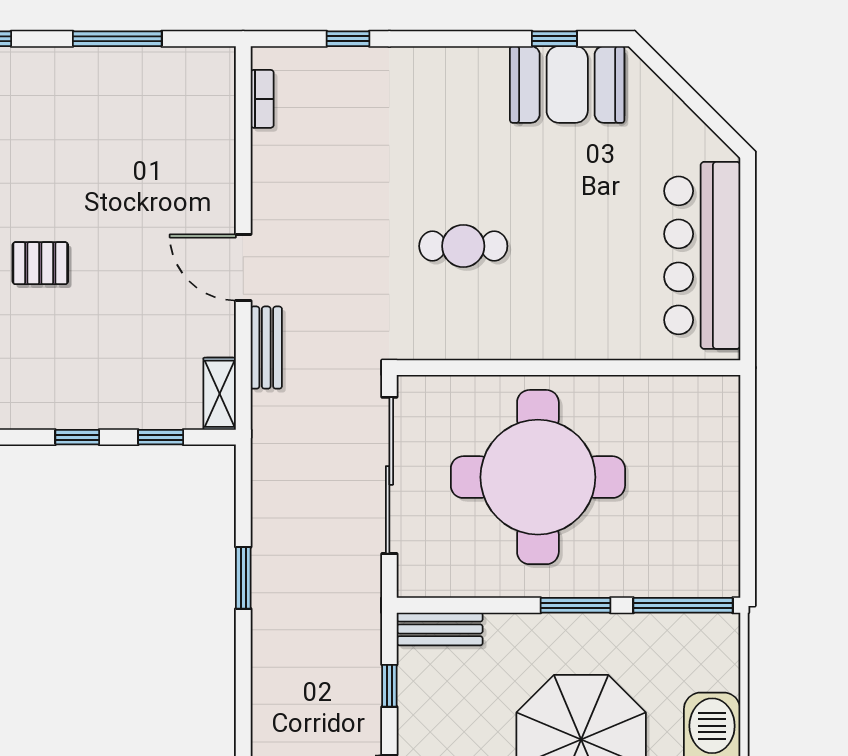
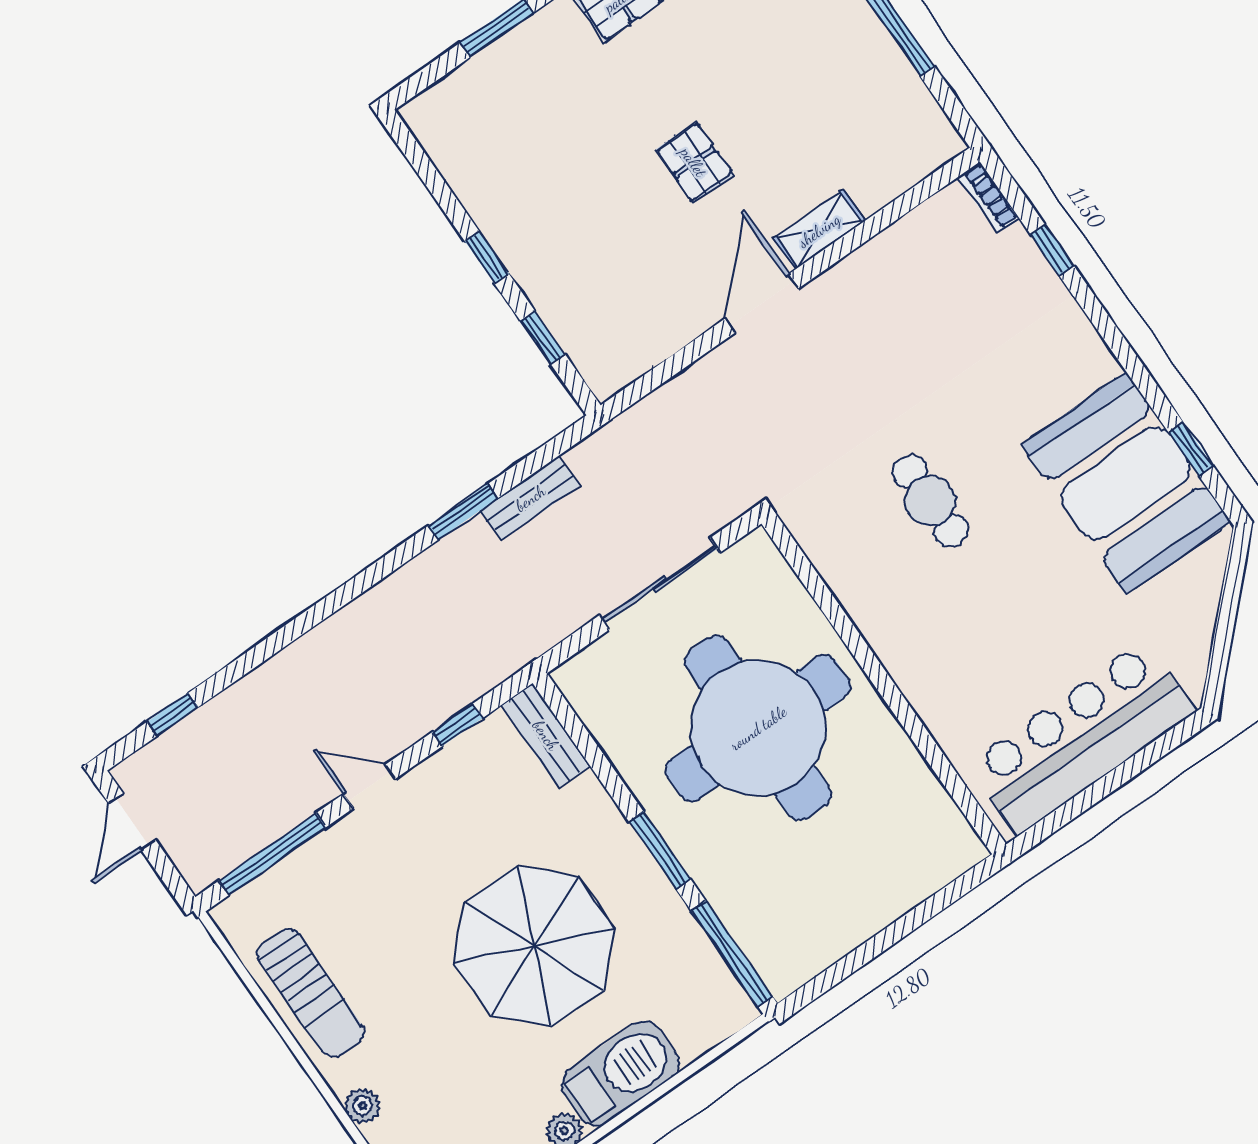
booth: (567, 84) -> (1126, 483), width x1.36, depth x1.42
bookcase: (262, 99) -> (988, 197), moved, turned 90
pallet: (40, 263) -> (694, 162), moved
bench: (266, 348) -> (530, 498), moved
shelving: (220, 394) -> (819, 230), moved
sliding door: (389, 475) -> (660, 584), width x0.73

